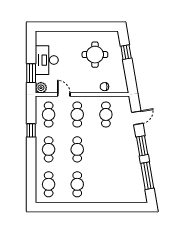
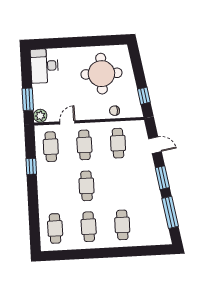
window: (126, 52) -> (144, 96), moved
round table: (95, 55) -> (101, 74), width x1.36, depth x1.36
desk: (47, 60) -> (44, 66), moved
door: (64, 95) -> (67, 122), hinge flipped
door: (137, 118) -> (155, 145), hinge flipped
cafe table: (49, 149) -> (122, 225), moved

